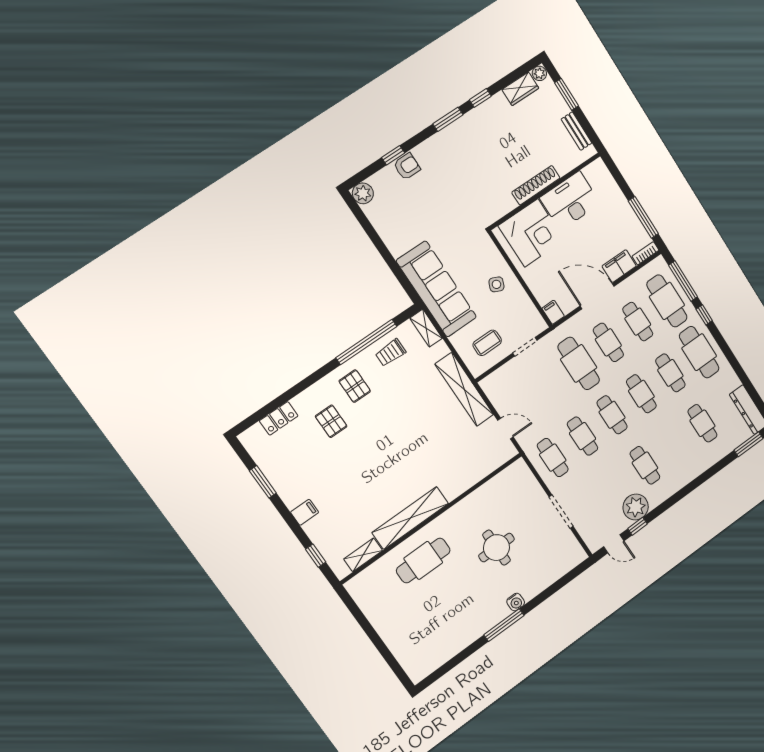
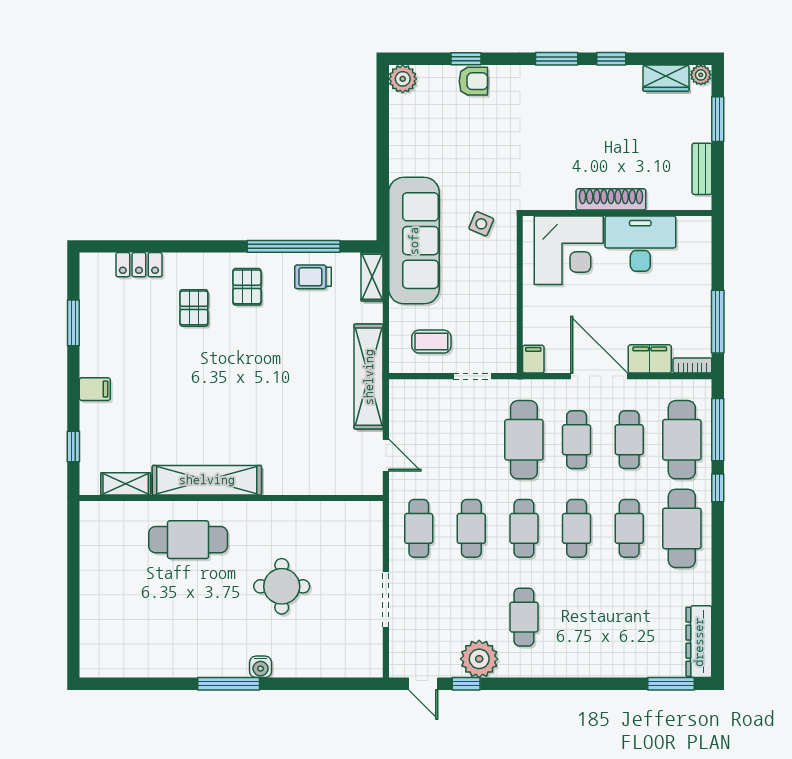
side table: (496, 284) -> (481, 224), moved
cafe table: (702, 423) -> (629, 617), removed

